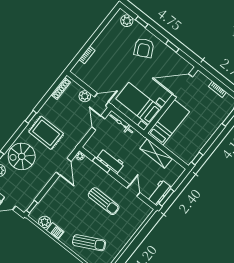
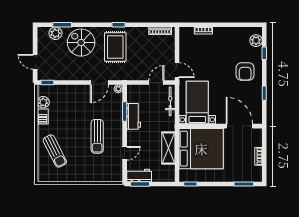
armchair: (144, 48) -> (245, 71), turned -63
plant: (85, 96) -> (169, 55), removed
bed: (168, 122) -> (201, 149), width x2.04

